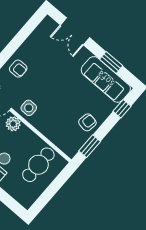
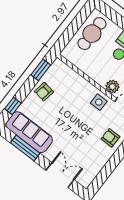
window: (111, 63) -> (25, 148), width x1.44
cafe table: (38, 165) -> (92, 34), moved

